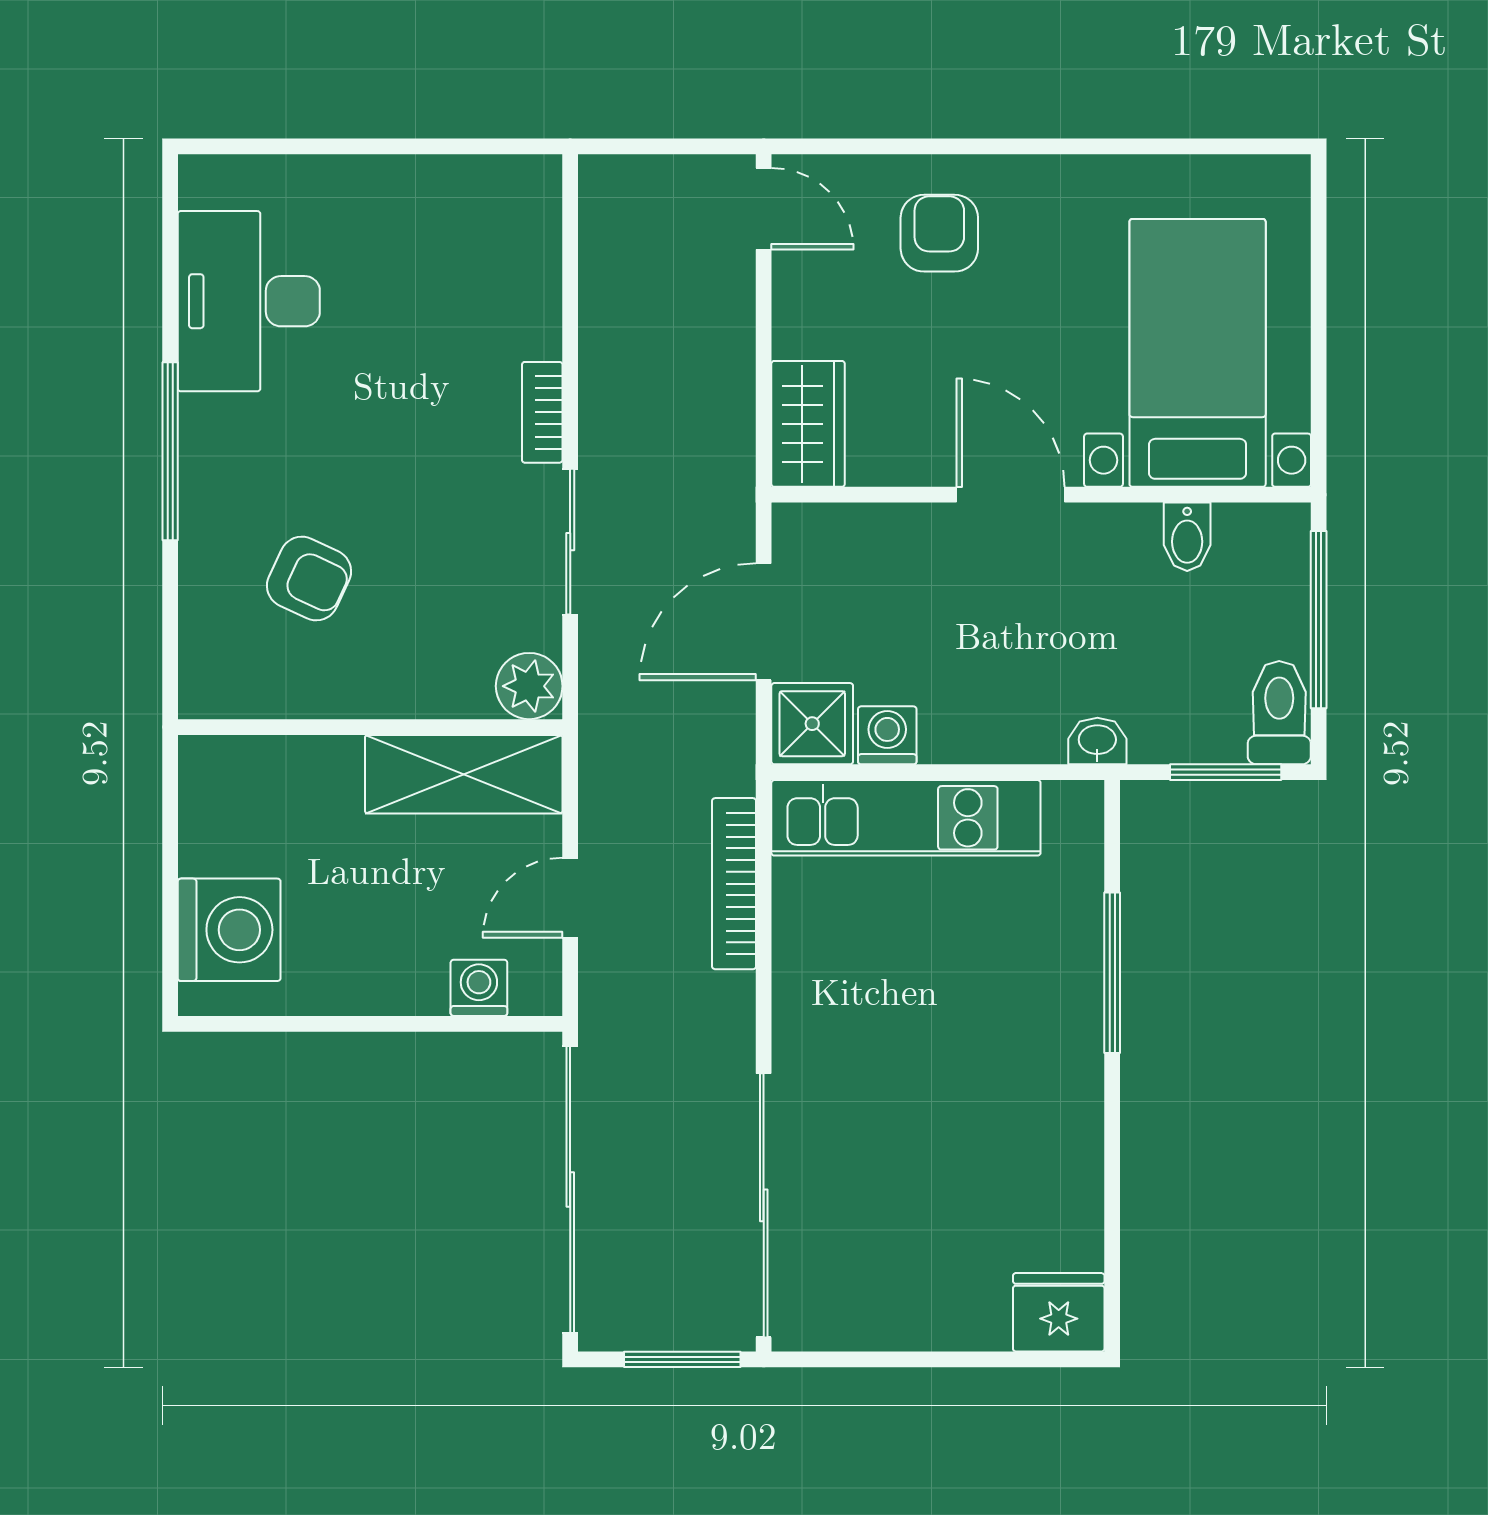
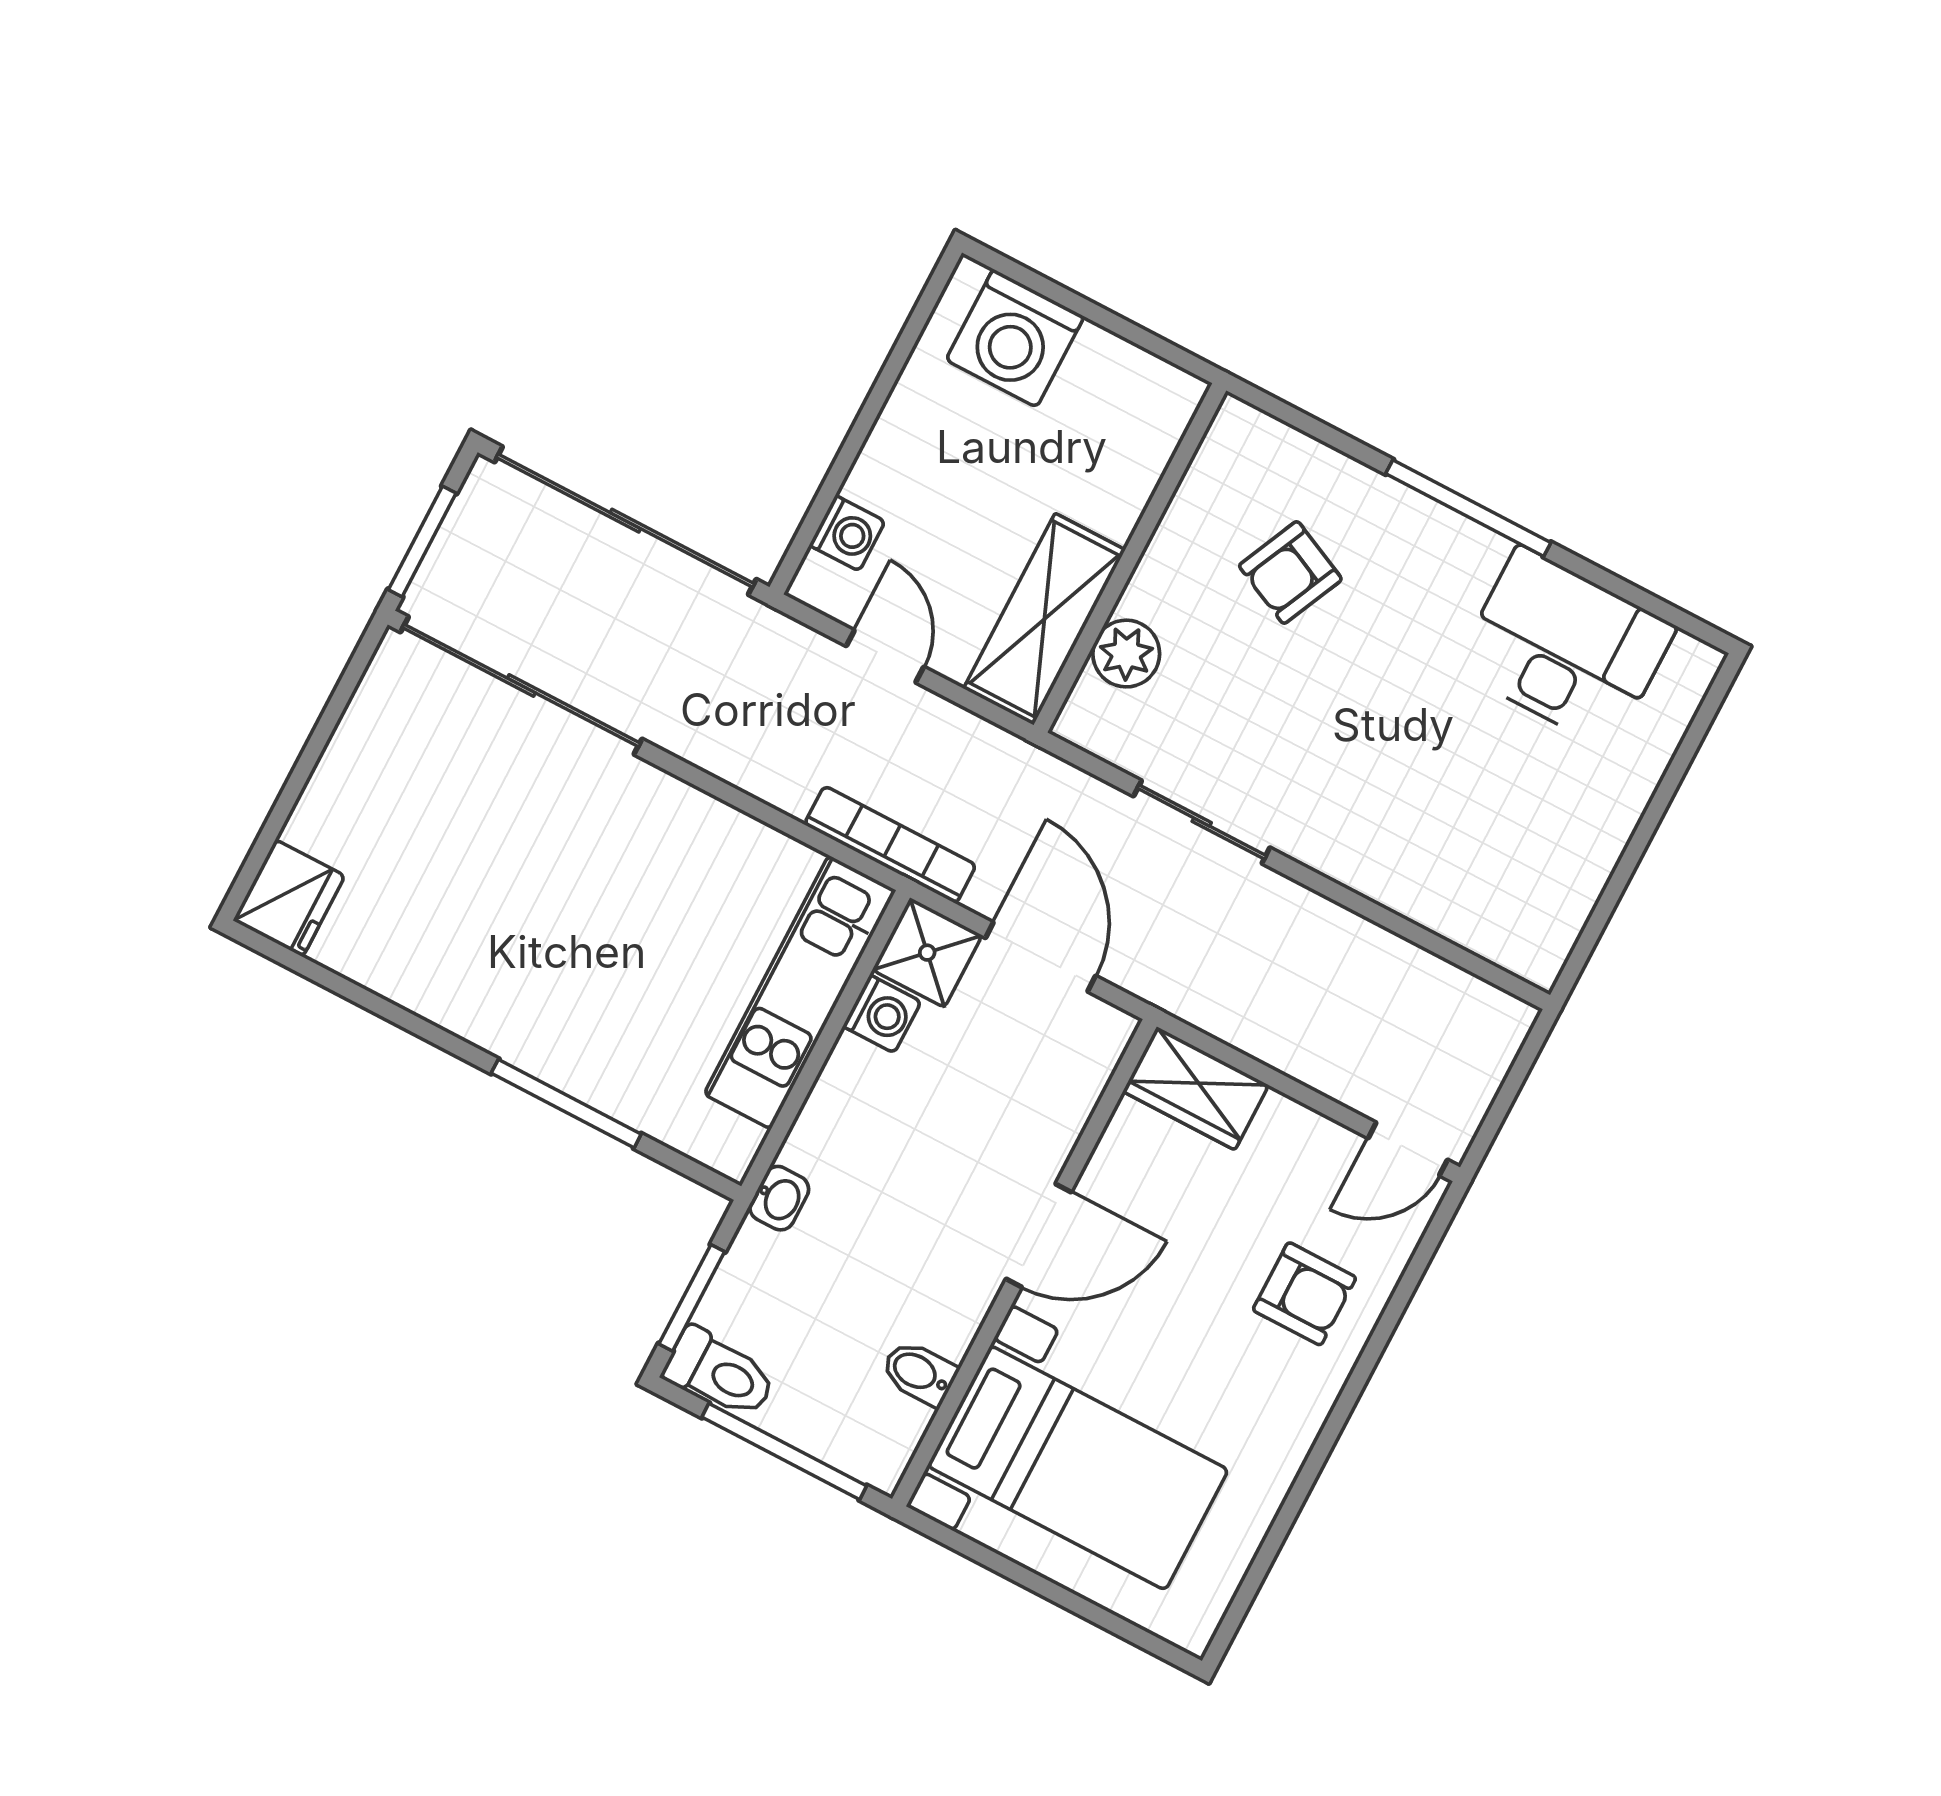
bookcase: (542, 412) -> (1330, 857), removed
plant: (529, 686) -> (1126, 654), moved
bookcase: (734, 884) -> (890, 845), moved

